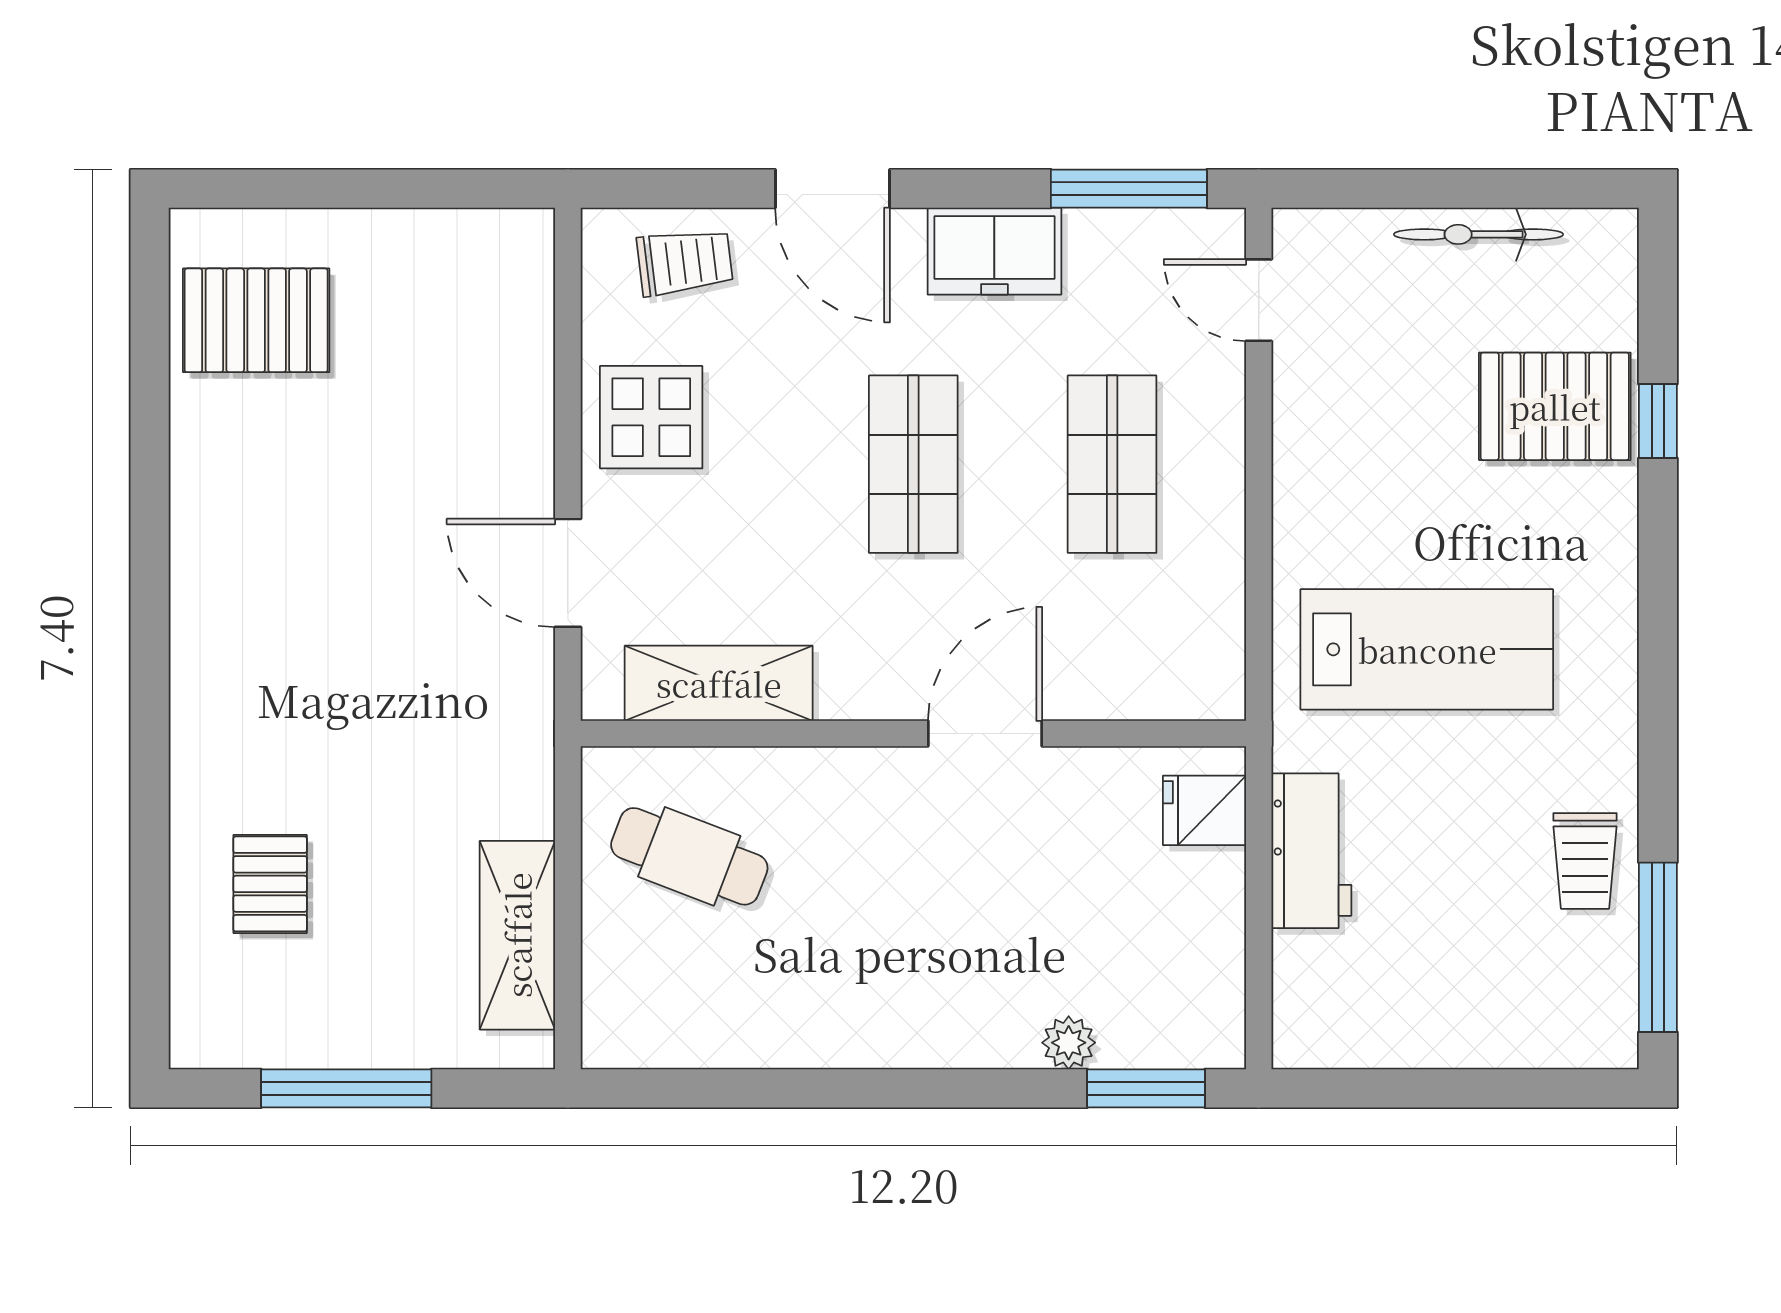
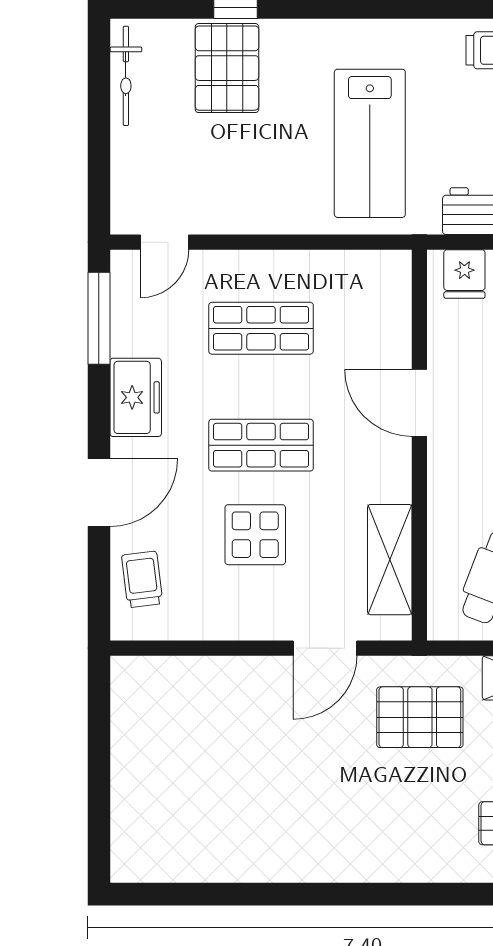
bicycle: (1478, 234) -> (126, 76), moved
pallet: (256, 320) -> (420, 717), moved, turned 90
display table: (651, 417) -> (255, 535), moved
lab bench: (1427, 649) -> (370, 143), turned 180

